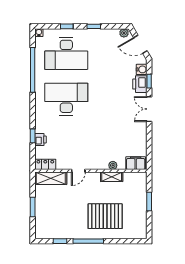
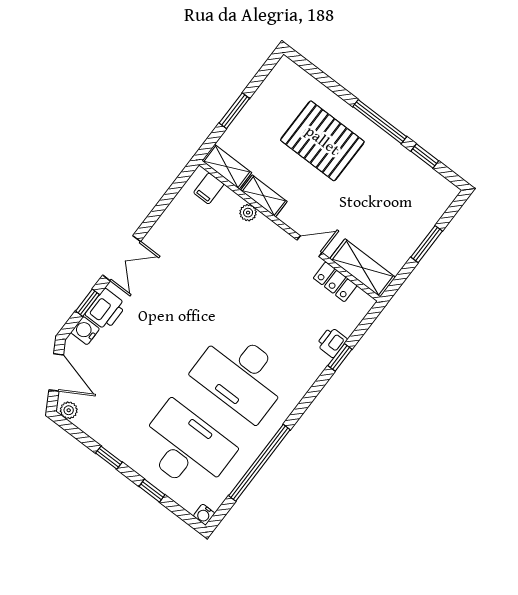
filing cabinet: (136, 163) -> (209, 188), width x0.50
locker: (45, 164) -> (335, 282), moved
shelving: (135, 177) -> (227, 167), added

